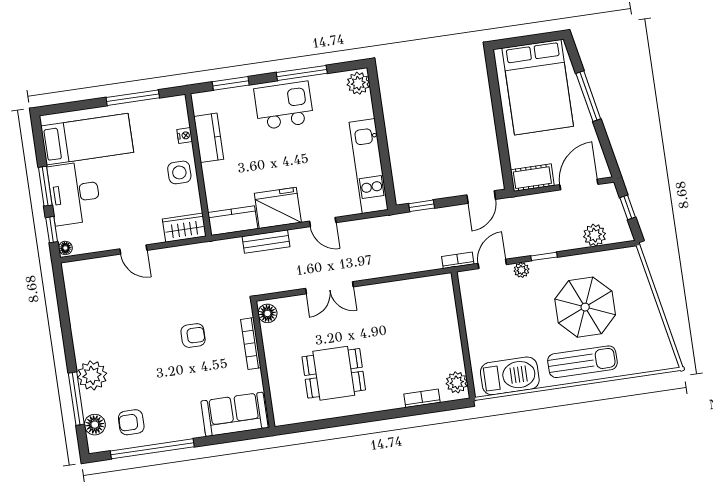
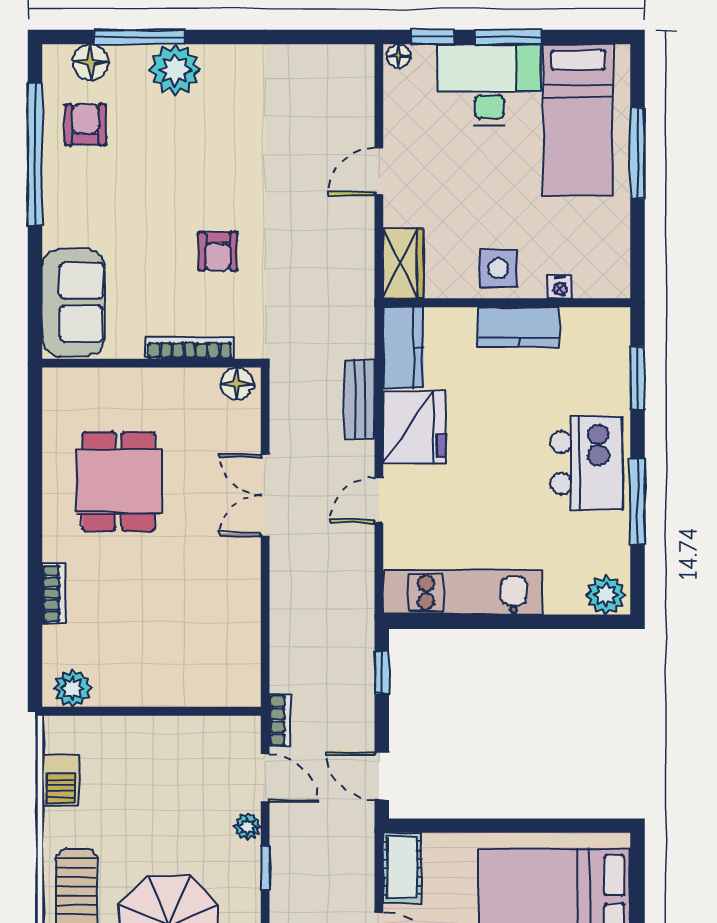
window: (133, 98) -> (637, 153), moved
kitchen counter: (209, 138) -> (519, 327), moved
barbecue: (510, 376) -> (61, 780), width x0.53, depth x0.65
bookcase: (422, 398) -> (54, 594), moved

